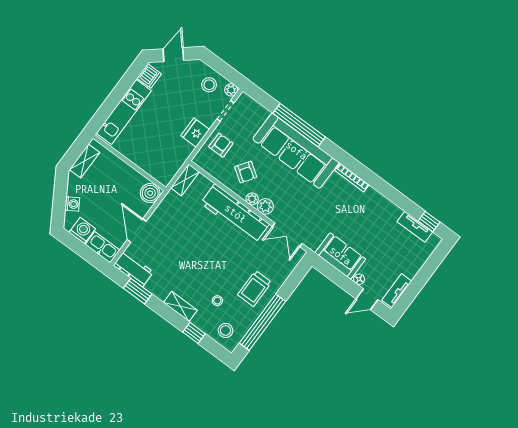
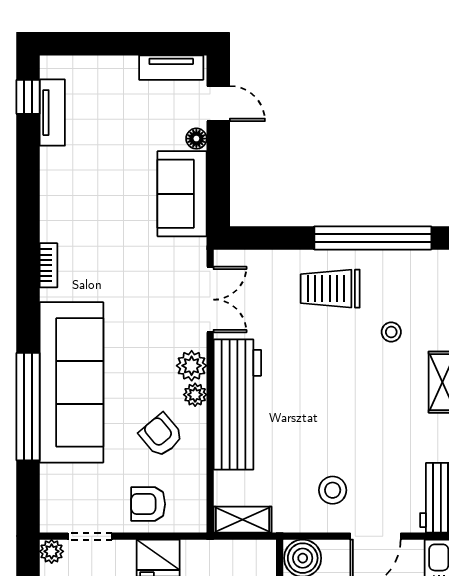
armchair: (246, 172) -> (161, 435), turned -74
bookcase: (352, 178) -> (48, 265), width x0.64
trolley: (255, 288) -> (330, 289), turned 180
stool: (226, 330) -> (333, 490), moved

